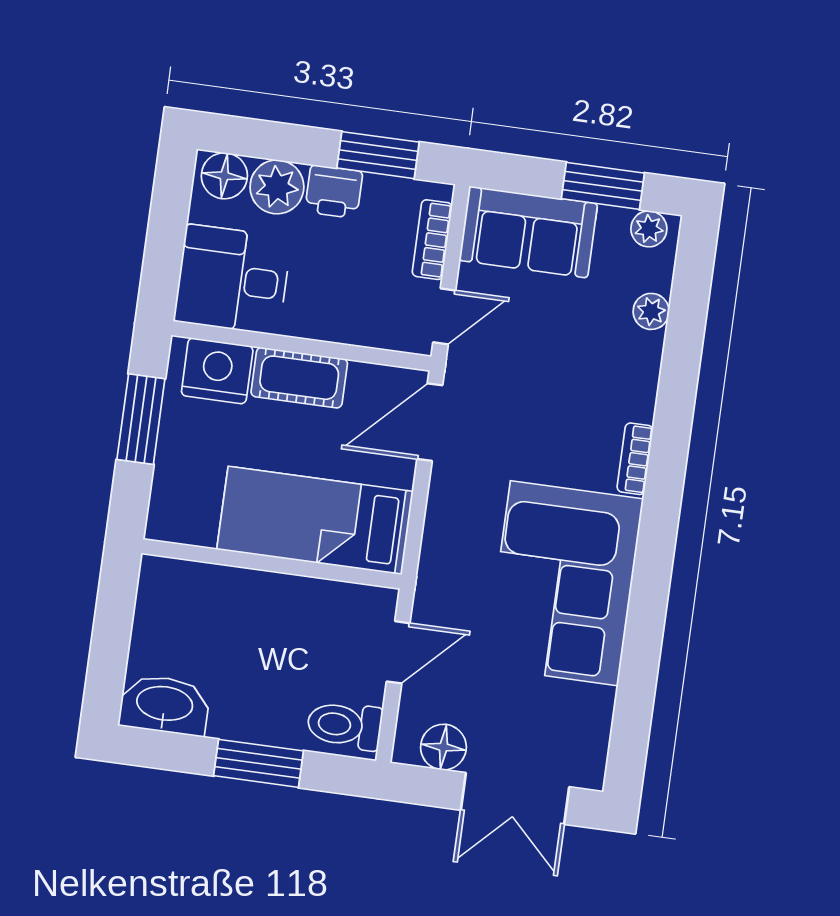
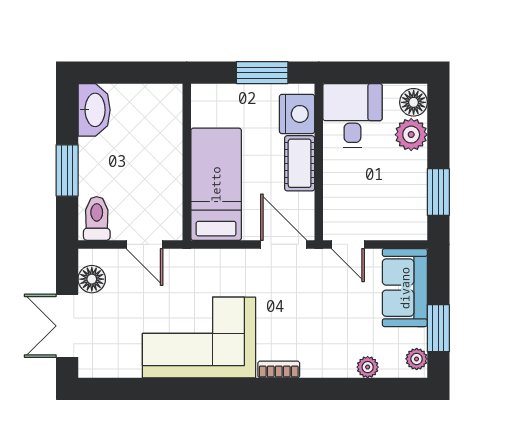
printer: (334, 192) -> (413, 169), removed
bookcase: (432, 240) -> (392, 231), removed

